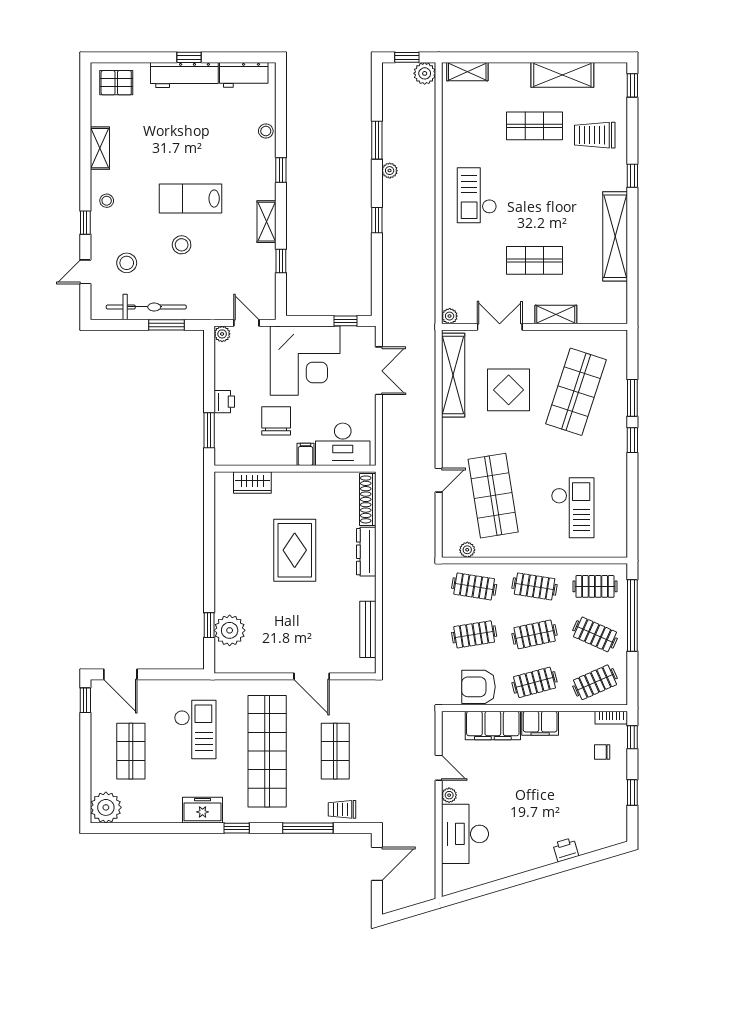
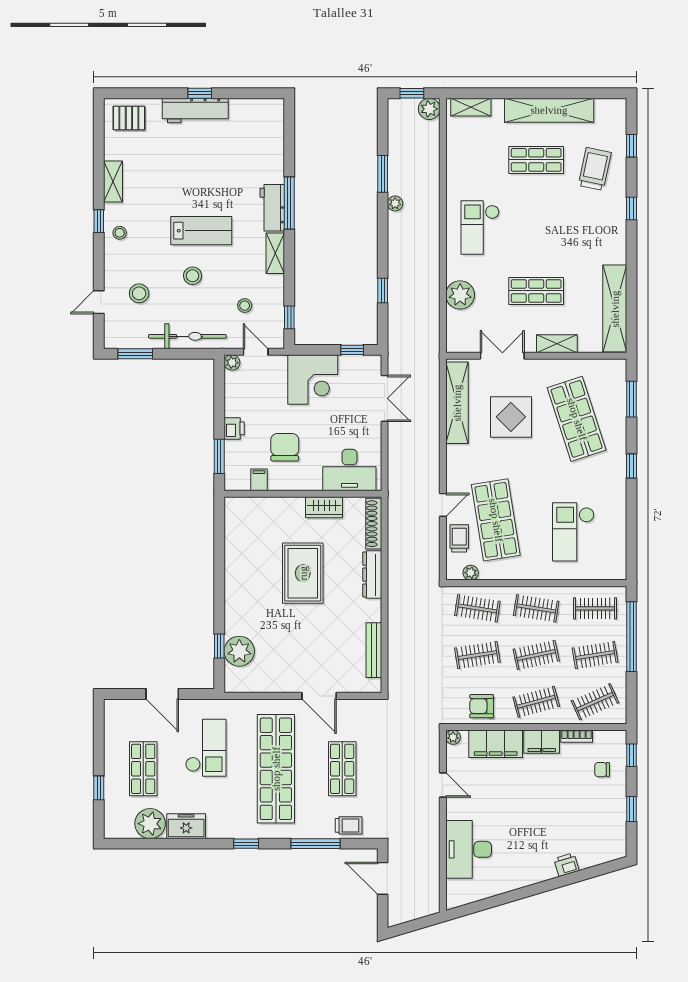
workbench: (244, 75) -> (272, 208), moved, turned 90
shelving: (562, 75) -> (549, 110), width x1.47
window: (632, 85) -> (631, 146), moved
stool: (266, 131) -> (245, 306), moved
trolley: (595, 135) -> (595, 169), turned 102
window: (281, 170) -> (289, 203), width x2.17
lab bench: (190, 199) -> (201, 231), turned 180
window: (377, 220) -> (383, 291), moved
window: (85, 223) -> (99, 221), moved
shelving: (615, 236) -> (615, 309), moved
window: (281, 261) -> (289, 317), moved
bicycle: (146, 307) -> (187, 336), moved
plant: (450, 316) -> (460, 295), moved, width x1.87, depth x1.87
window: (166, 325) -> (135, 354), moved
corner desk: (305, 361) -> (313, 380), width x0.74, depth x0.74
shop shelf: (576, 392) -> (577, 419), turned -36
window: (632, 398) -> (631, 399), moved
filing cabinet: (305, 454) -> (259, 480), moved
wardrobe: (252, 483) -> (324, 507), moved
checkout: (573, 508) -> (573, 532), turned 180
trolley: (455, 515) -> (459, 538), added
clothes rail: (595, 634) -> (595, 655), turned -33
door: (120, 674) -> (162, 694), moved
armchair: (478, 687) -> (482, 706), width x0.72, depth x0.72
window: (85, 700) -> (99, 788), moved
bookcase: (611, 718) -> (577, 736), moved
plant: (449, 795) -> (453, 737), moved
plant: (106, 807) -> (150, 824), moved
trolley: (342, 809) -> (349, 825), turned 180
freezer: (203, 810) -> (186, 826), moved
door: (377, 864) -> (383, 878), swing flipped

